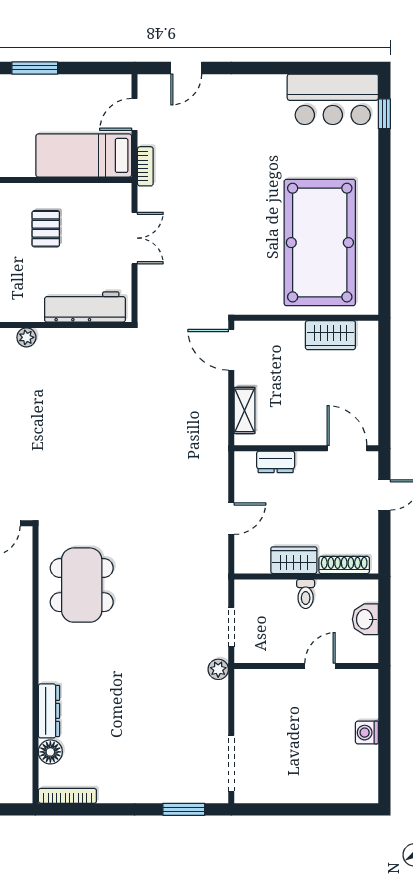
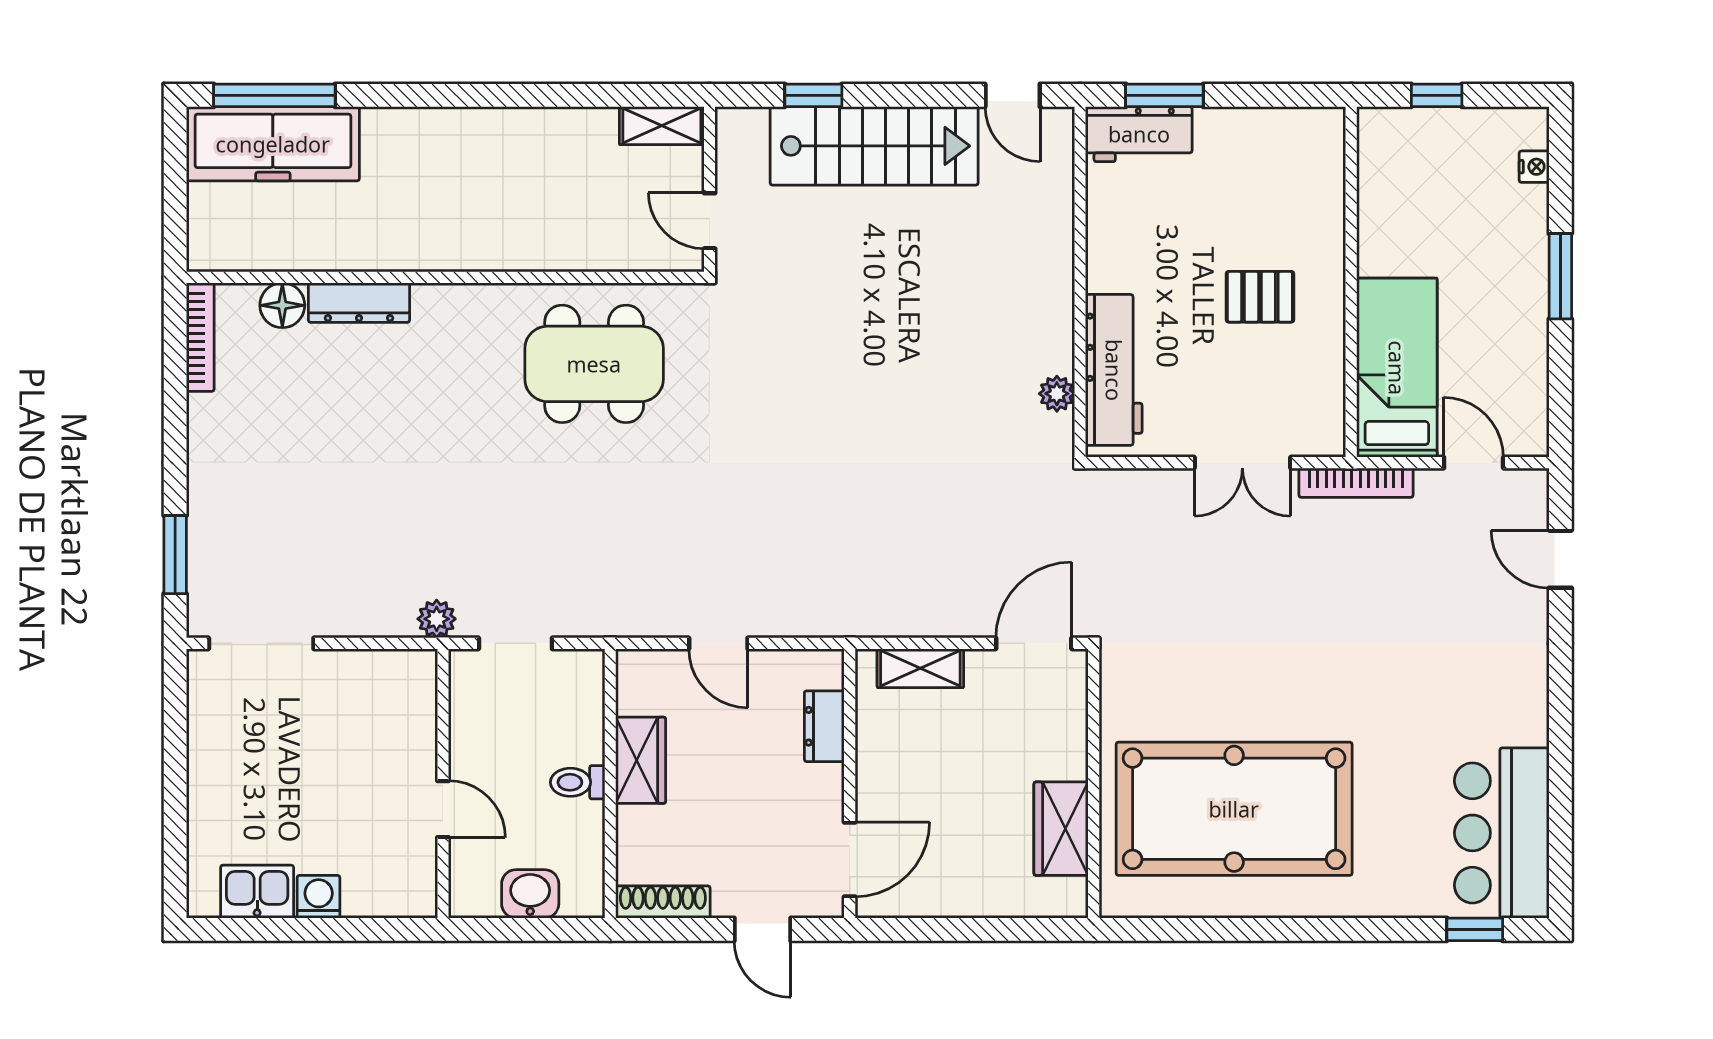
bookcase: (145, 166) -> (1356, 483), width x1.56
plant: (26, 337) -> (1057, 394), moved
shoe rack: (344, 565) -> (663, 902), moved, turned -90
kitchen sink: (364, 765) -> (257, 892), added

